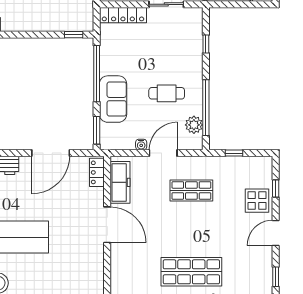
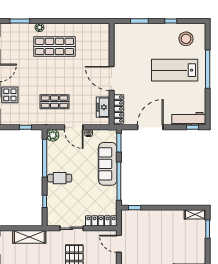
cafe table: (167, 93) -> (60, 178), moved
sofa: (113, 99) -> (108, 164), width x1.36
plant: (194, 125) -> (53, 135), moved
door: (163, 153) -> (74, 127), hinge flipped
locker: (97, 172) -> (119, 109), width x1.53
freezer: (120, 182) -> (103, 107), width x0.71

